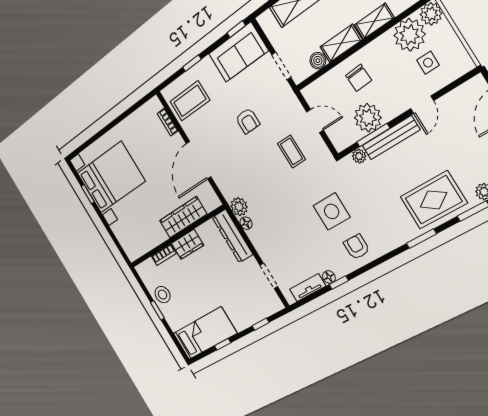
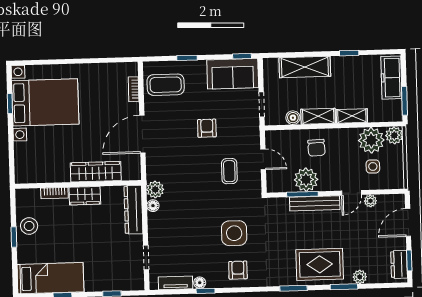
armchair: (248, 121) -> (207, 128), turned 180
plant: (359, 156) -> (370, 201), moved

